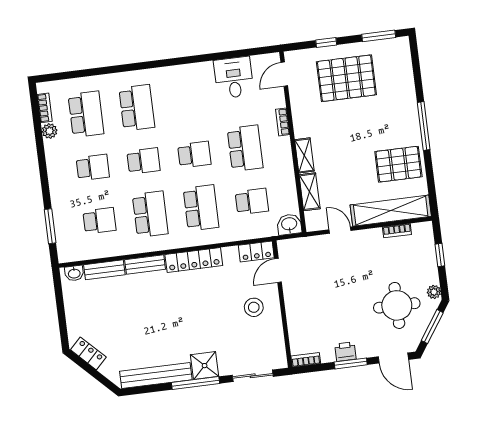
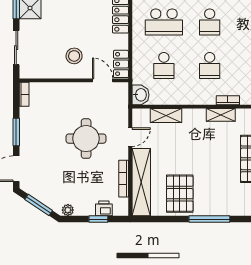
school desk: (245, 148) -> (210, 66), width x0.54
shelving: (304, 155) -> (221, 115), moved
bookcase: (397, 231) -> (124, 179), width x1.56
round table: (397, 305) -> (86, 139), moved
printer: (345, 352) -> (104, 208), moved, turned -90

